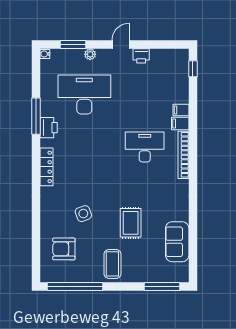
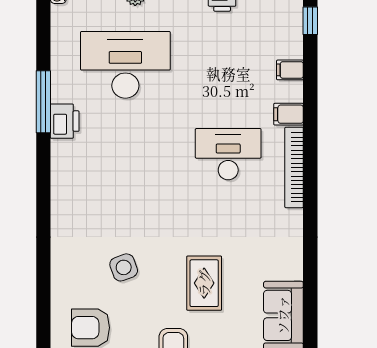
filing cabinet: (181, 110) -> (290, 70), moved
locker: (47, 167) -> (61, 188), removed

